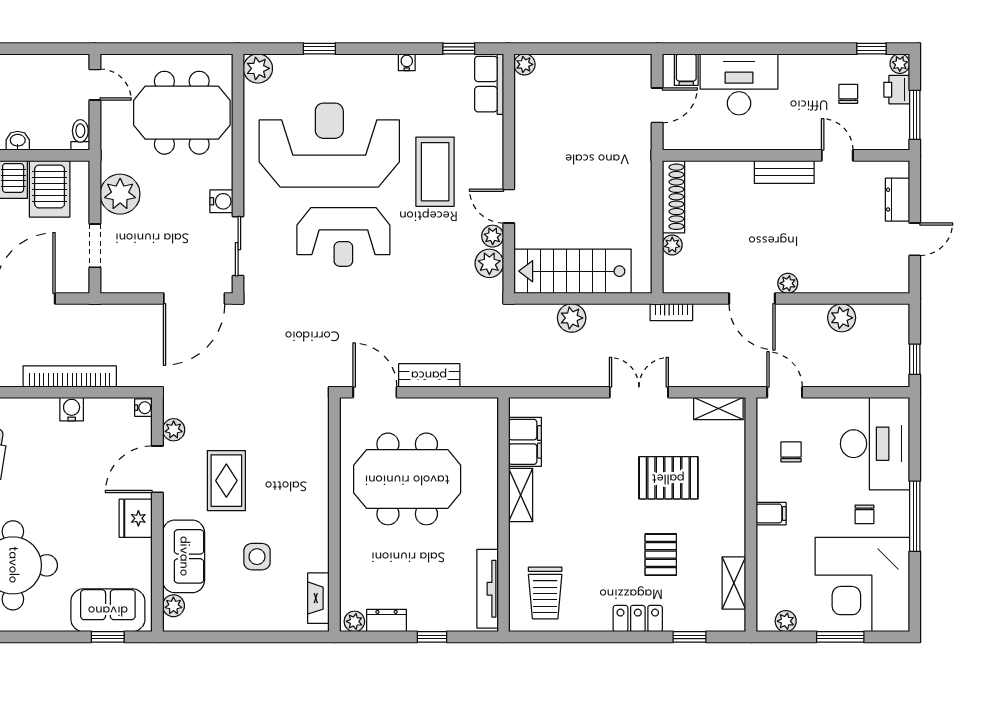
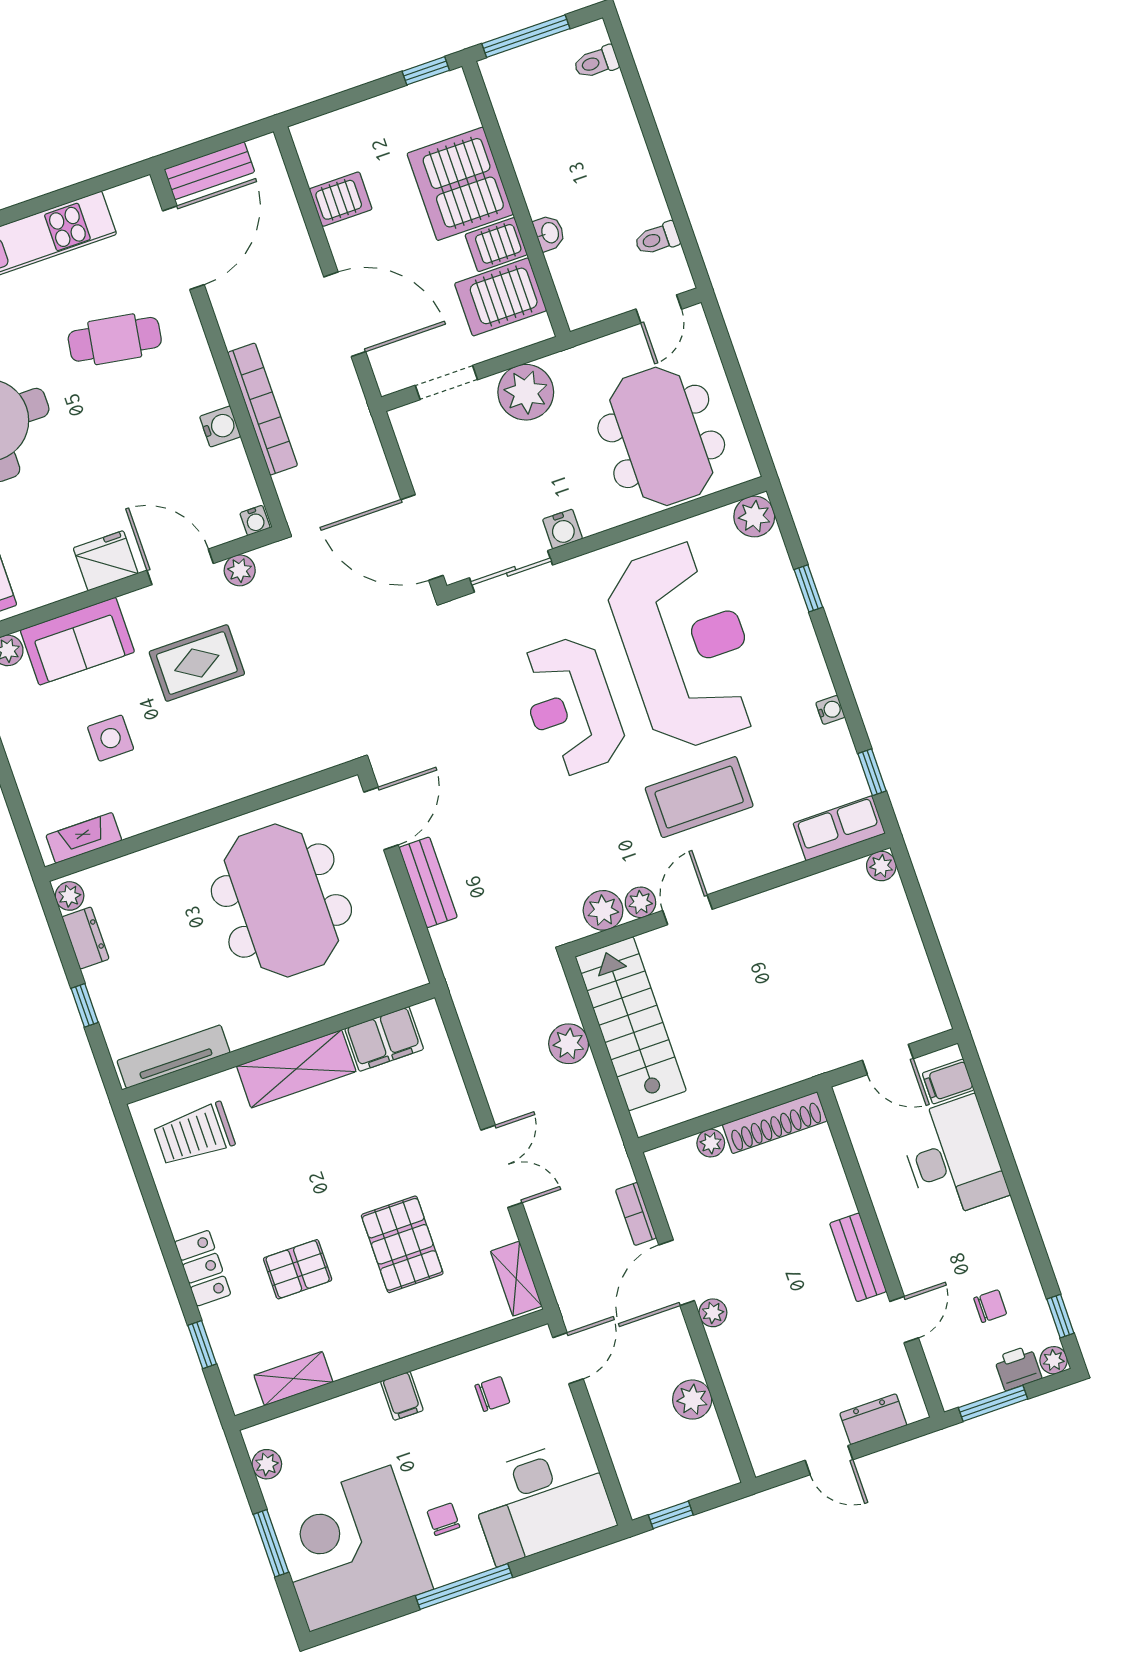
toilet: (80, 135) -> (657, 239), moved, turned 180
bookcase: (671, 312) -> (636, 1214), moved
shelving: (521, 495) -> (296, 1069), width x1.50, depth x1.33
chair: (864, 514) -> (443, 1519), turned 90

